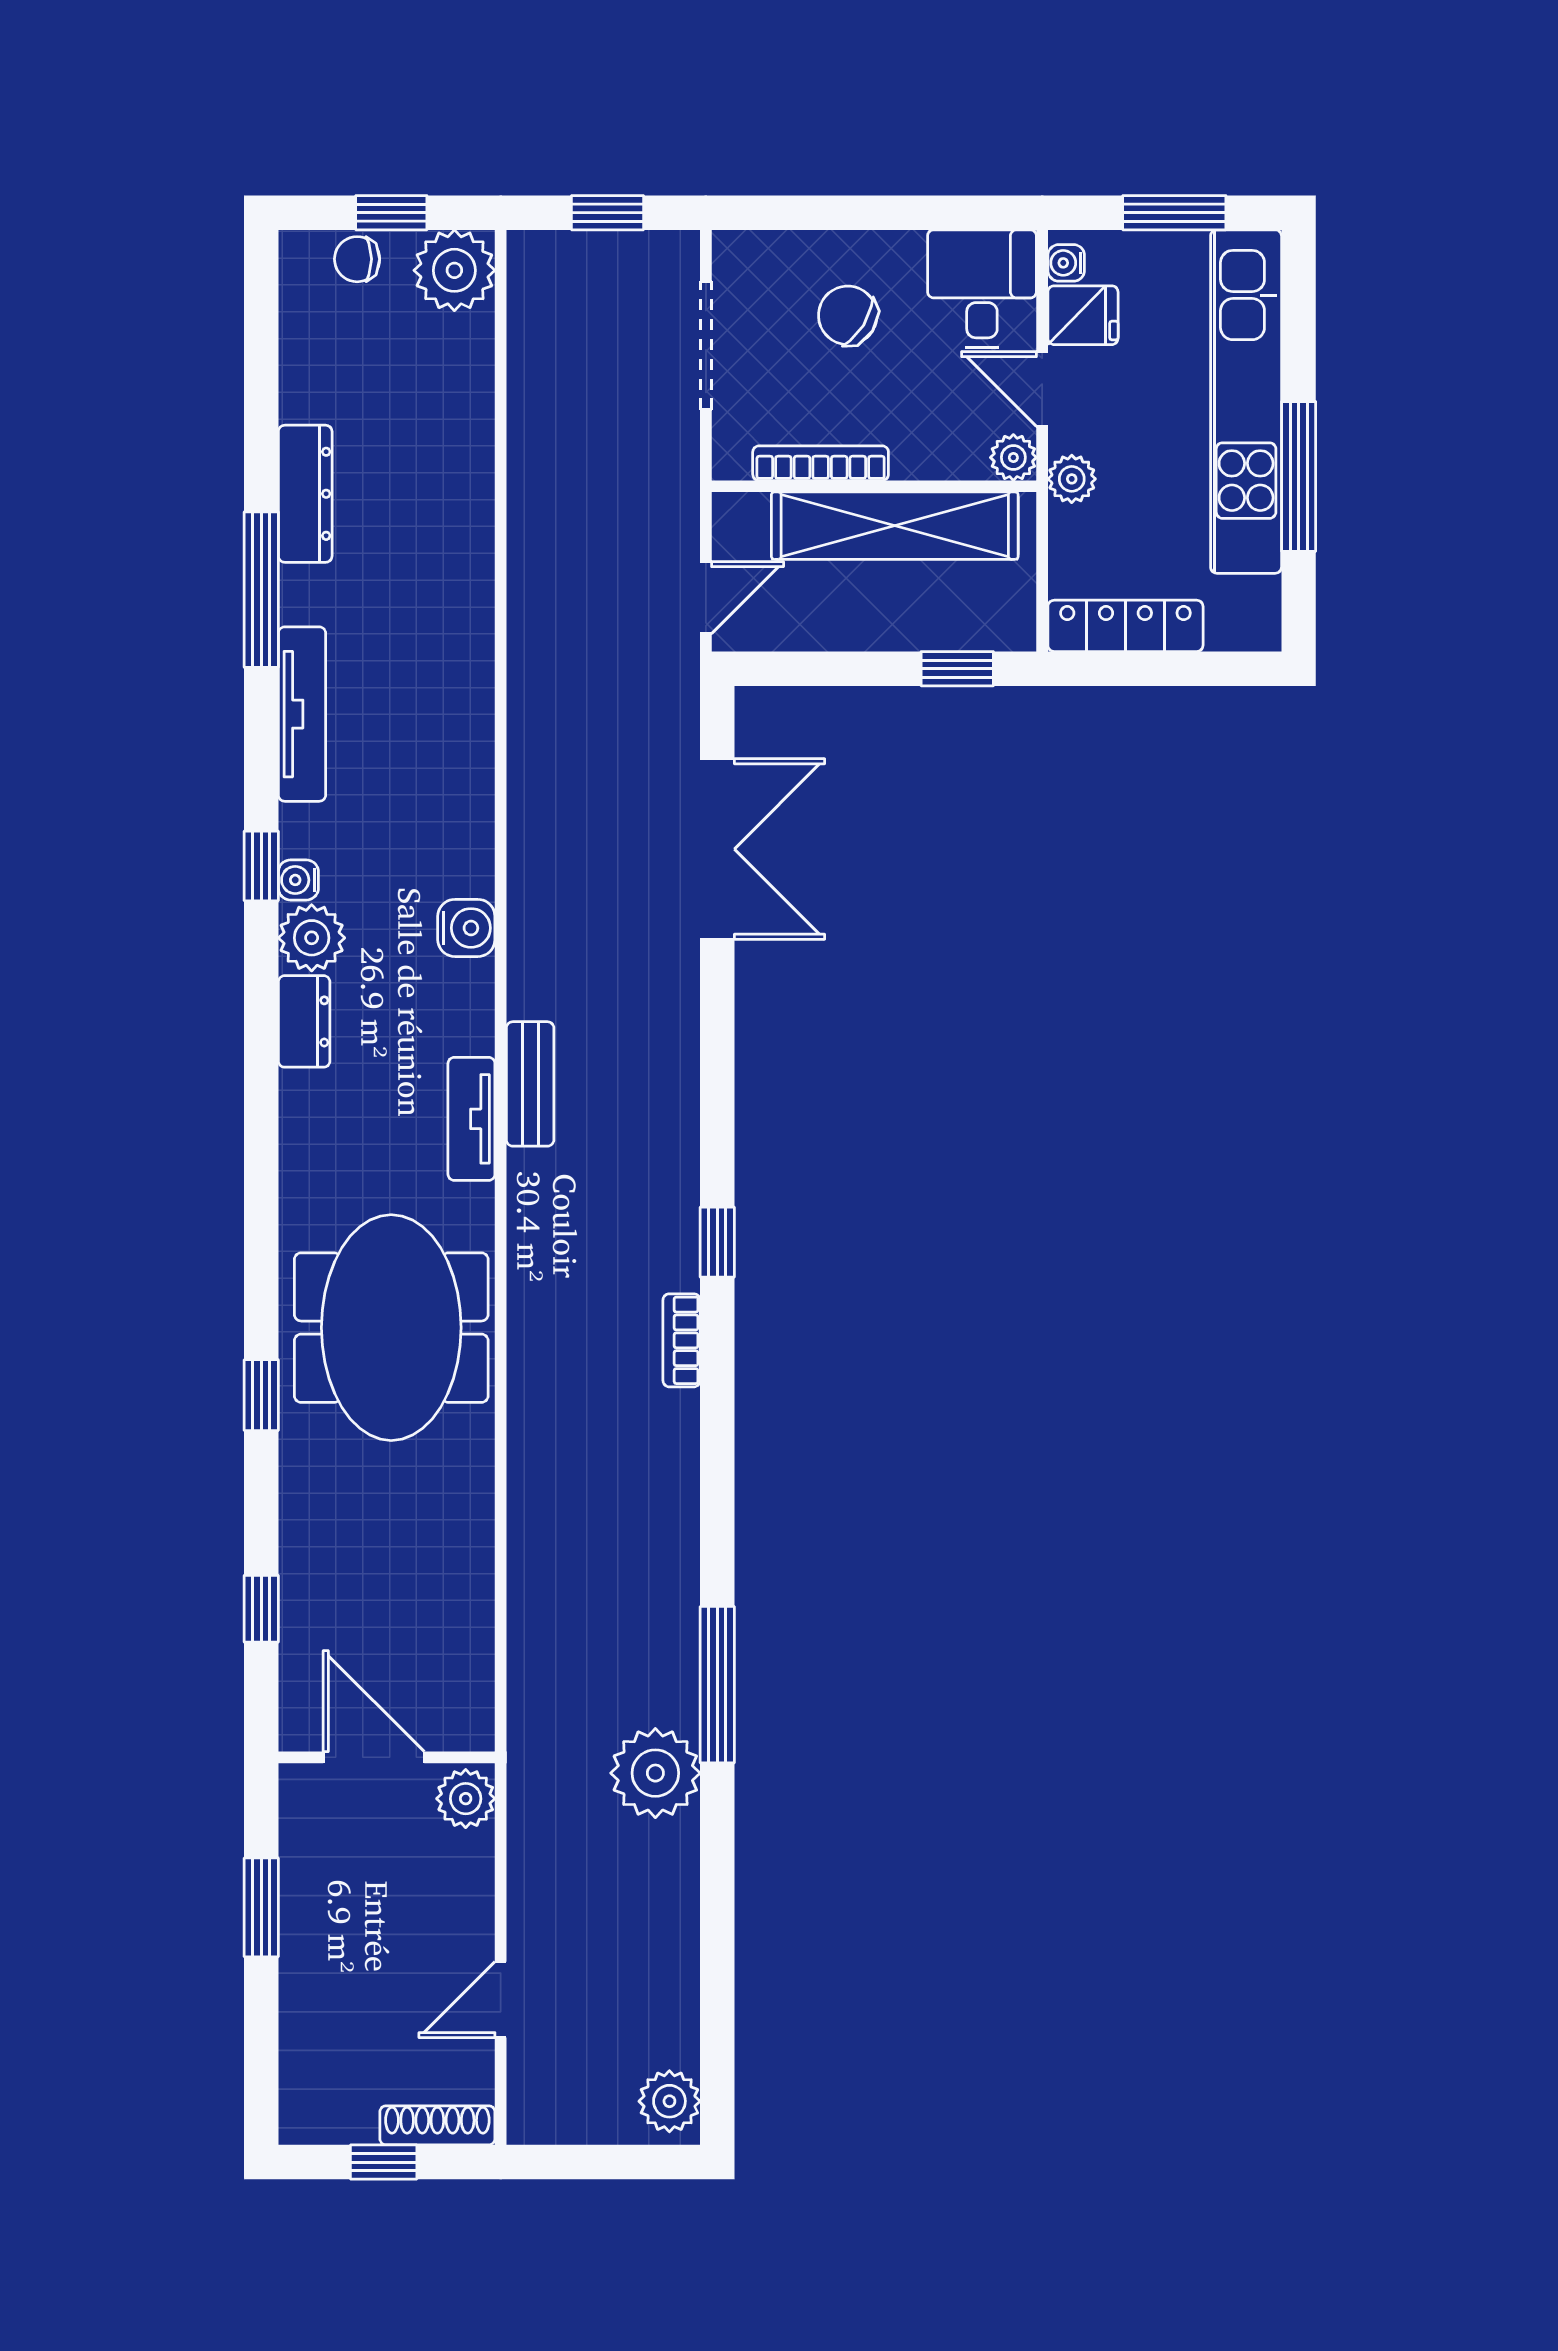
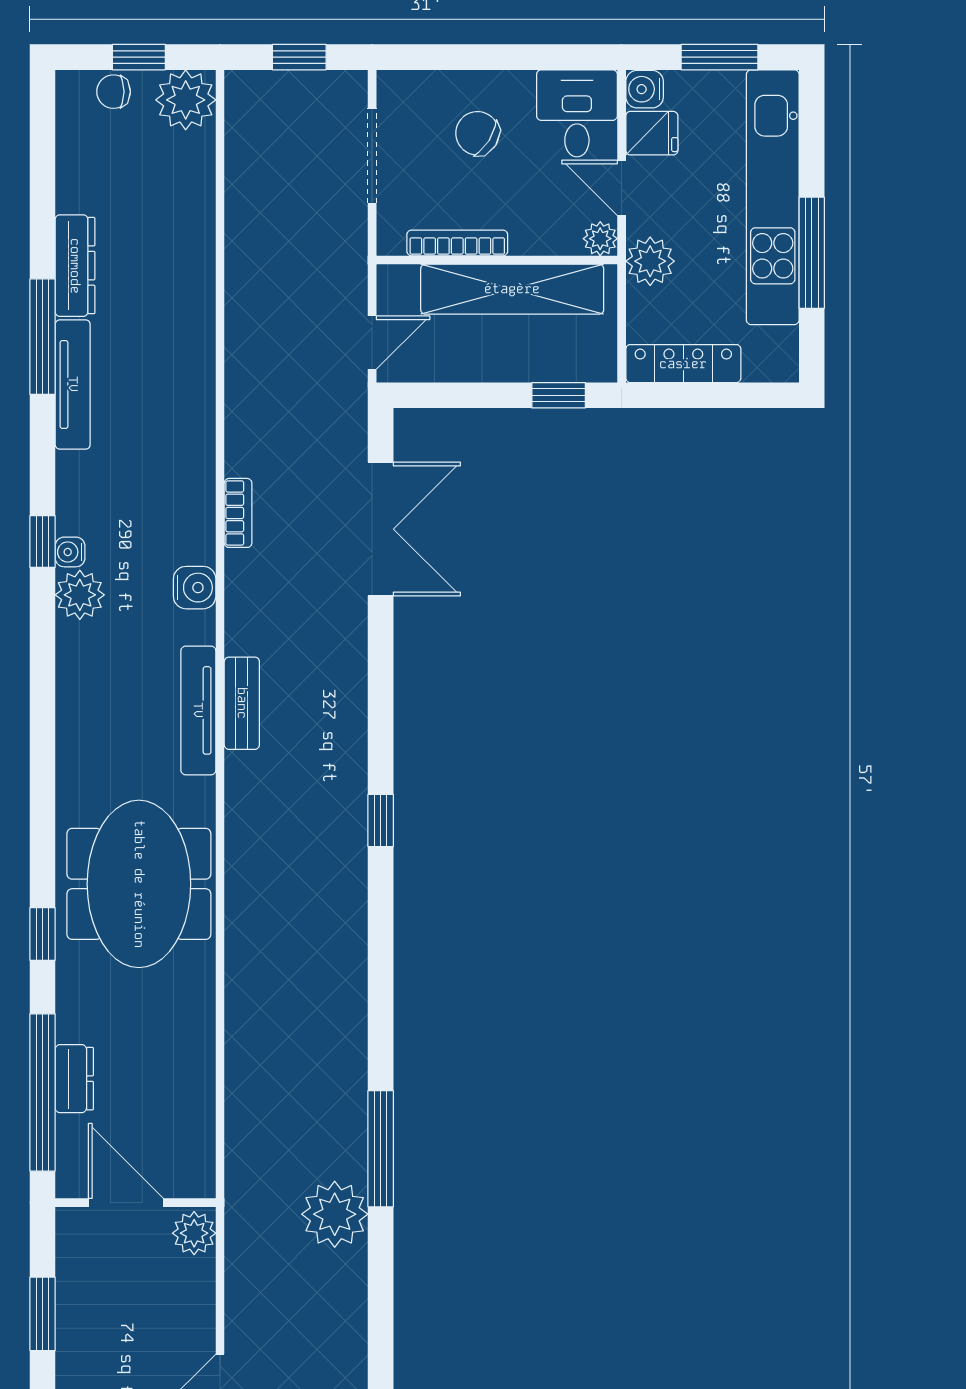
water cooler: (1066, 263) -> (645, 89), width x1.38, depth x1.38
plant: (1072, 479) -> (650, 261), width x1.38, depth x1.38
tv unit: (302, 714) -> (73, 384), moved
dresser: (304, 1021) -> (74, 1079), moved
tv unit: (471, 1119) -> (198, 710), width x1.41
bookcase: (682, 1340) -> (238, 513), moved, turned 180
window: (261, 1609) -> (42, 1092), width x3.17

